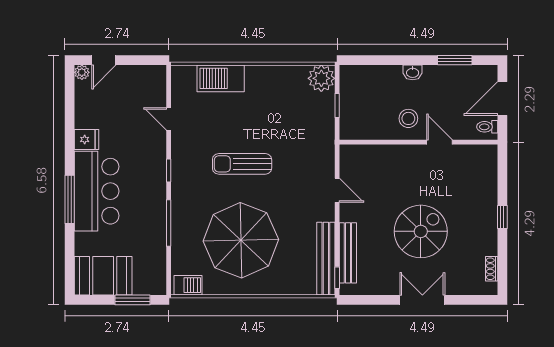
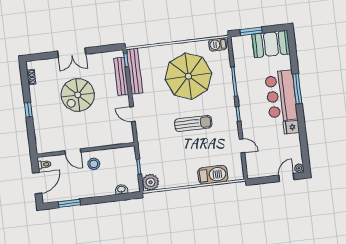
washbasin: (413, 72) -> (121, 189), moved

